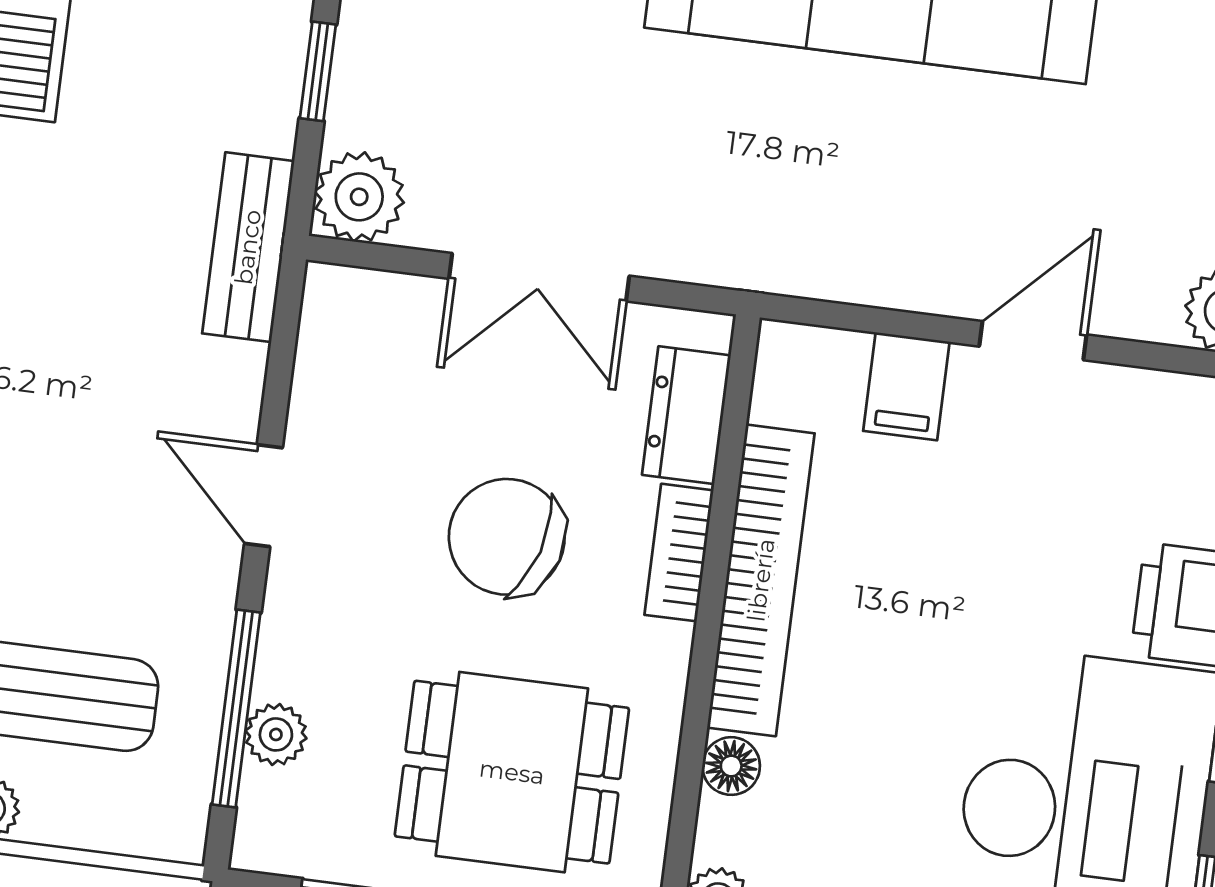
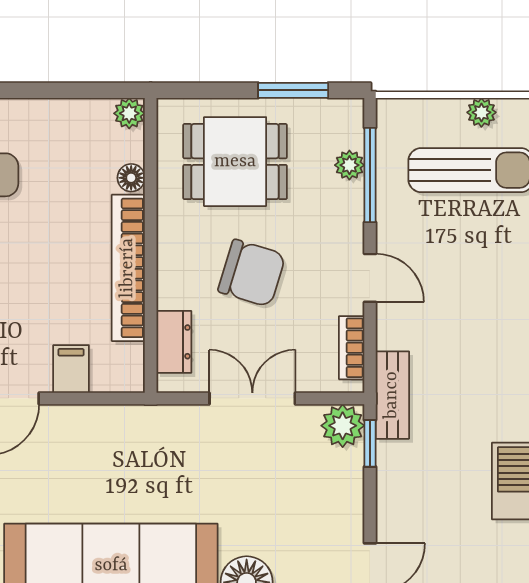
window: (318, 71) -> (370, 443), moved
bookcase: (679, 553) -> (352, 348), moved, turned 180

